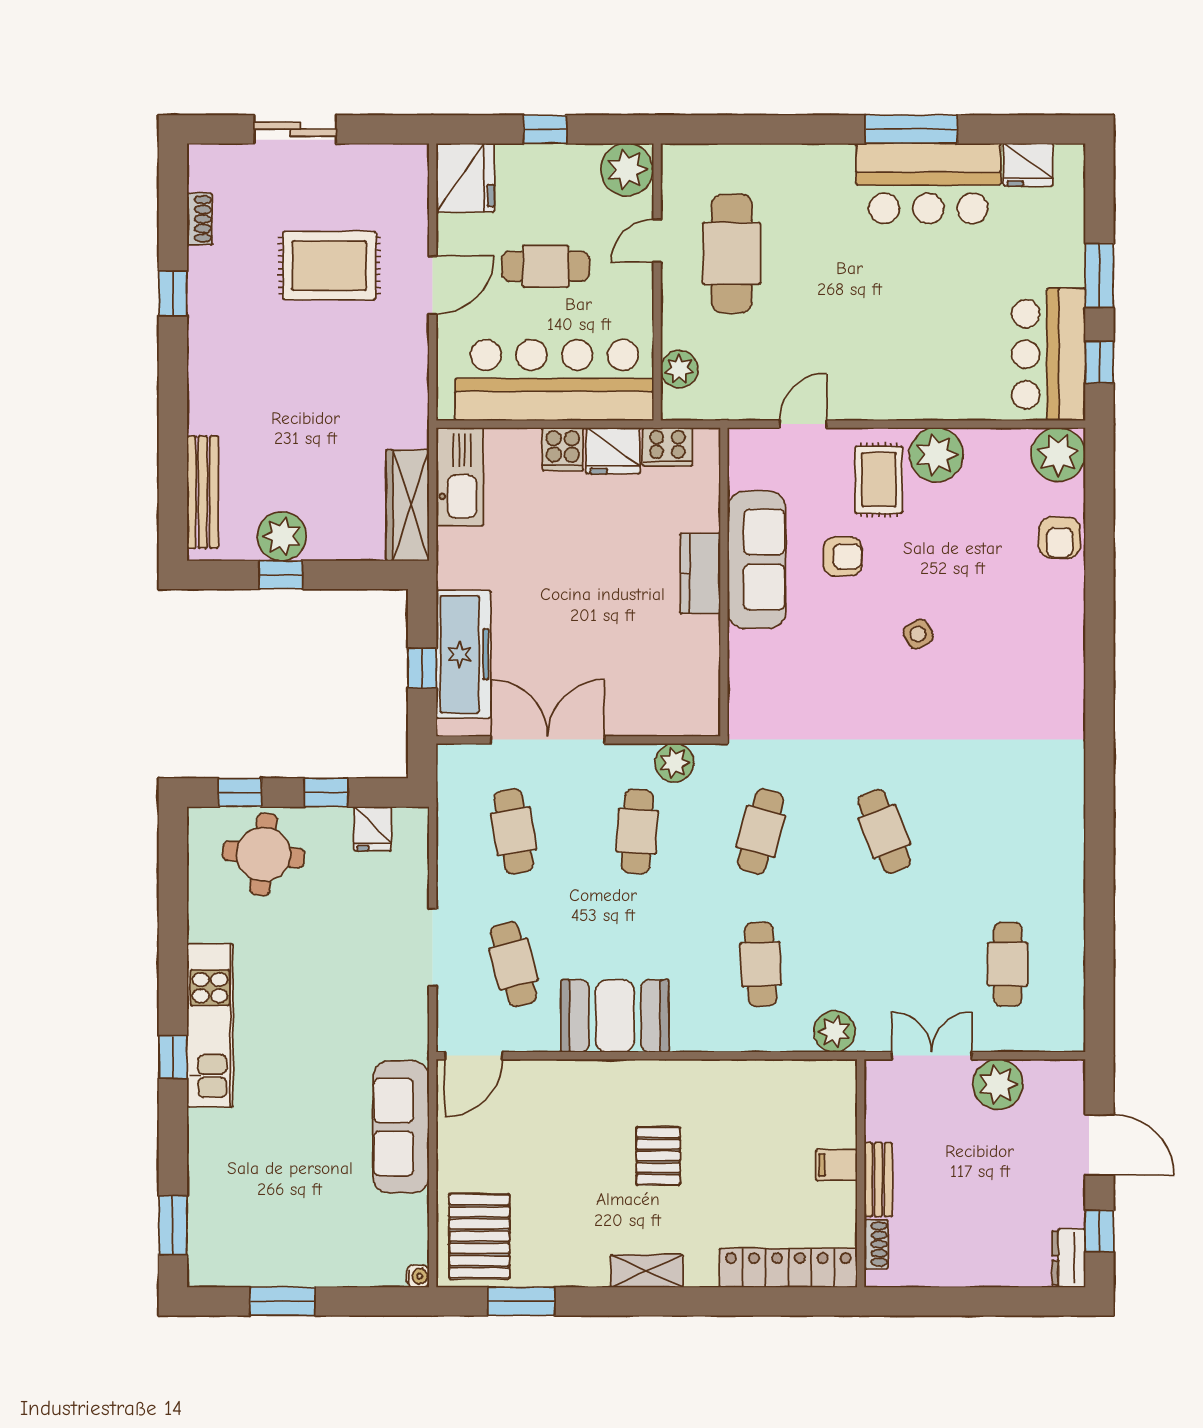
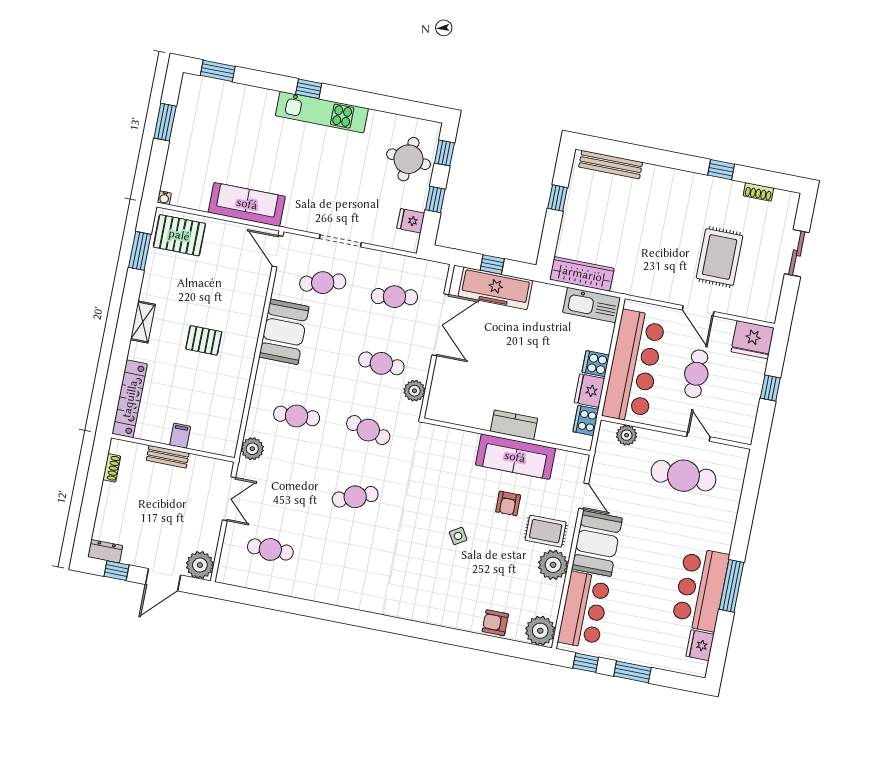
plant: (627, 170) -> (740, 428), removed
bar counter: (1048, 354) -> (584, 610), moved, turned 90
booth: (883, 384) -> (597, 543), added
plant: (282, 536) -> (578, 203), removed
plant: (998, 1084) -> (200, 565), moved
shoe rack: (876, 1244) -> (112, 468), moved, turned -90

